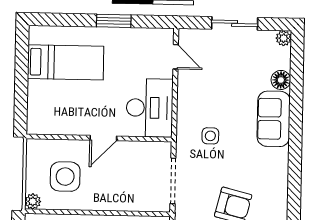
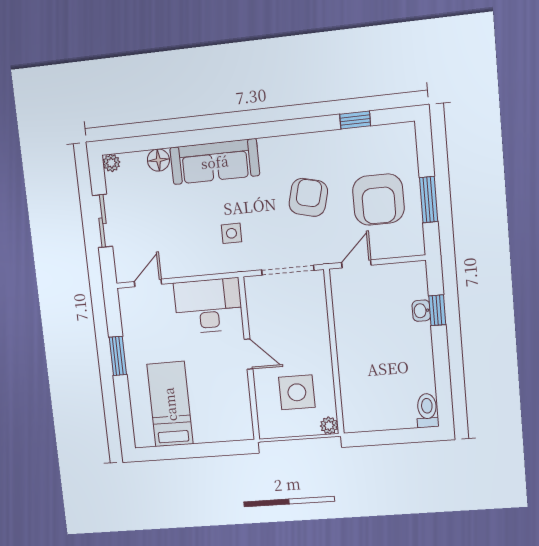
sofa: (274, 119) -> (215, 162), width x1.36

